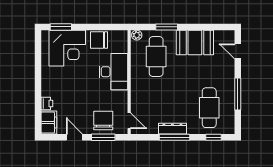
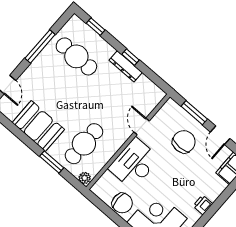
printer: (47, 104) -> (203, 205), moved
cafe table: (209, 108) -> (76, 56), turned 90
chair: (103, 120) -> (184, 142), moved, turned 180
door: (129, 121) -> (142, 126), moved
window: (175, 137) -> (131, 57), width x0.46

